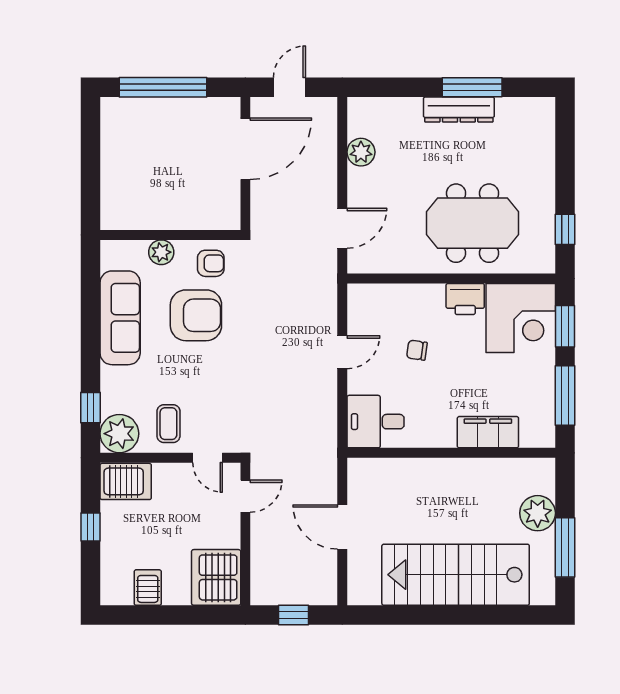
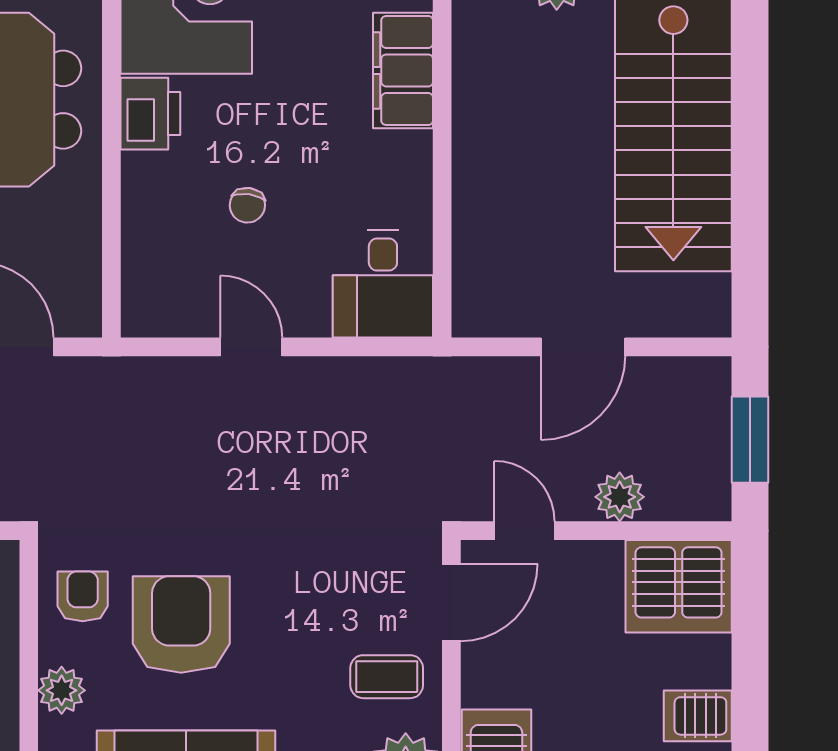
door: (207, 458) -> (451, 603), width x1.38
plant: (263, 546) -> (620, 497), added
window: (293, 615) -> (750, 440), width x1.50

